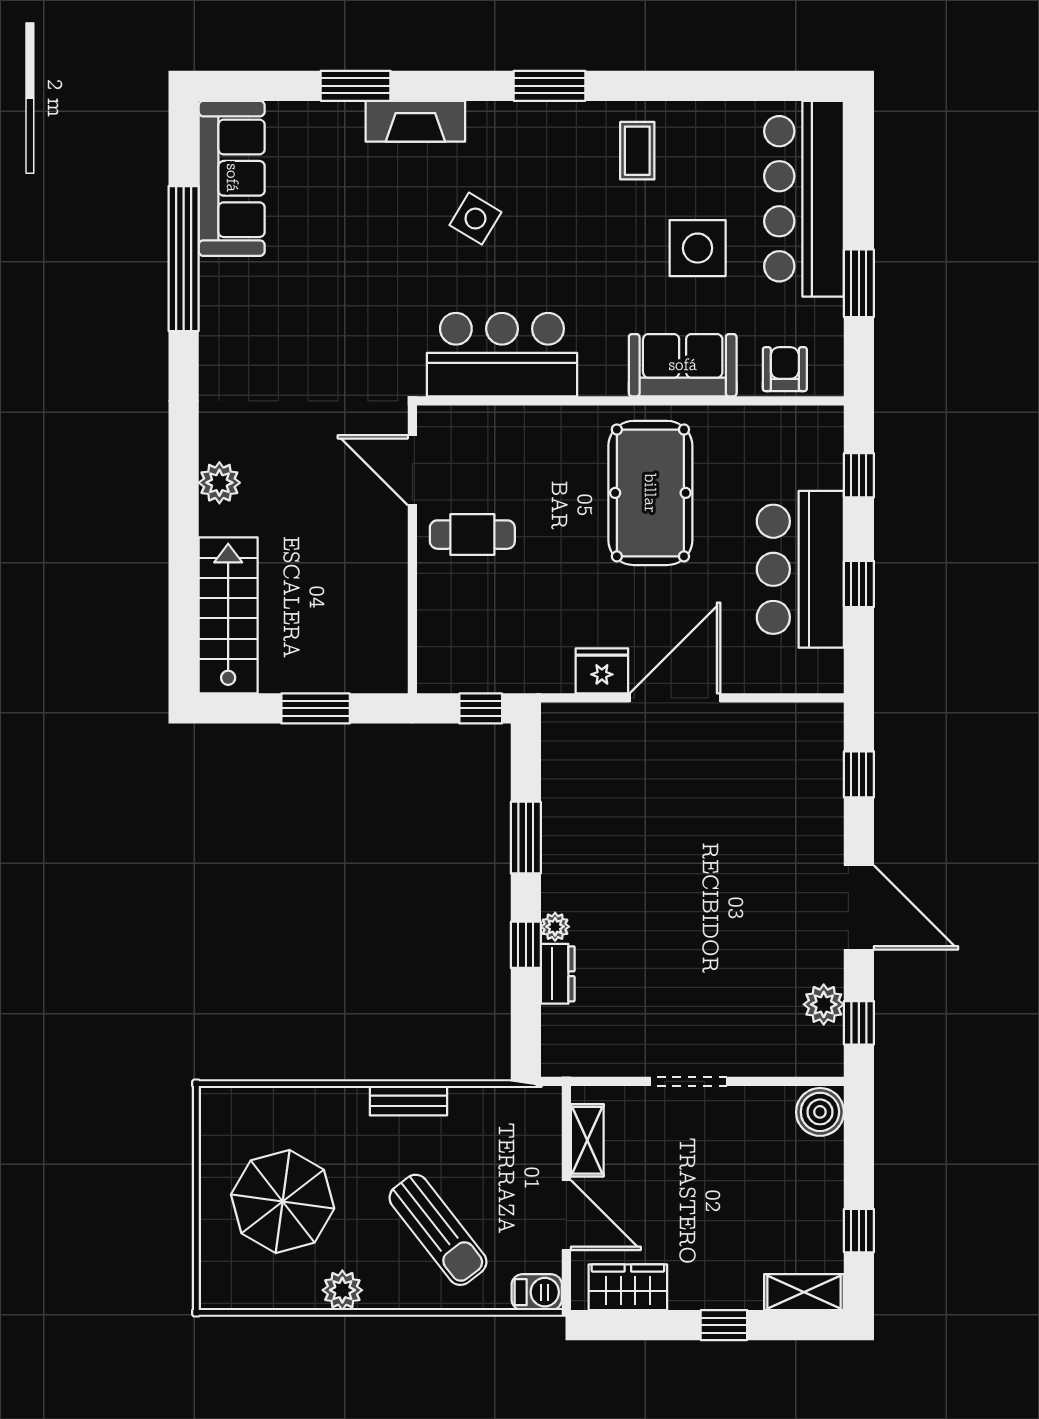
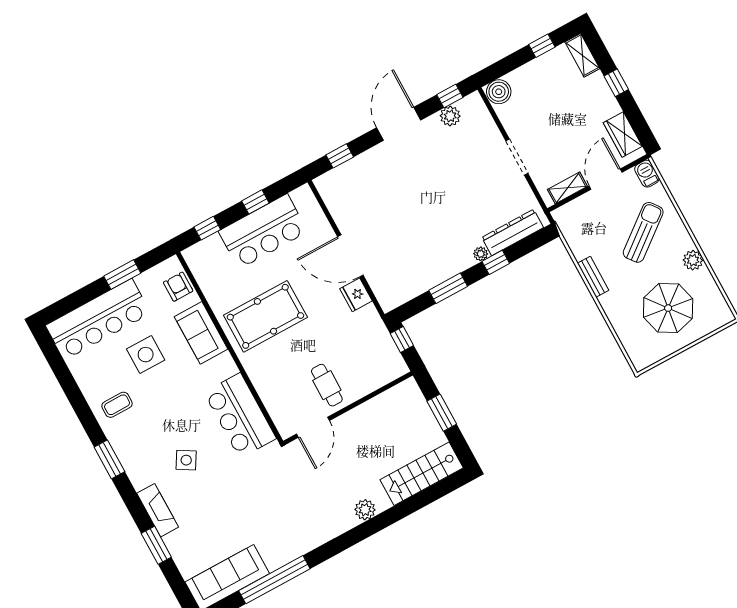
armchair: (785, 369) -> (178, 287), turned 90
dresser: (558, 974) -> (513, 232), width x1.96, depth x1.24

